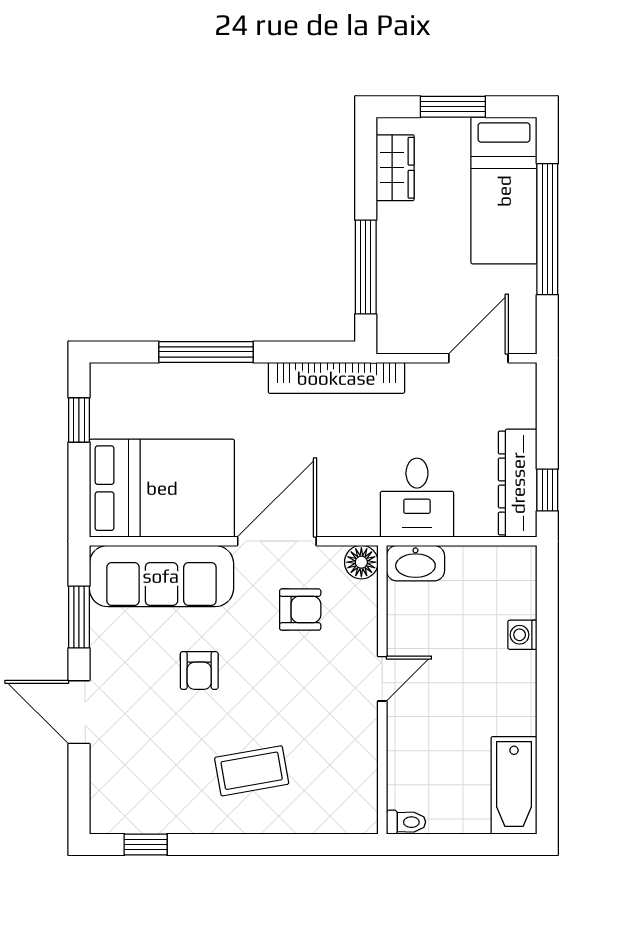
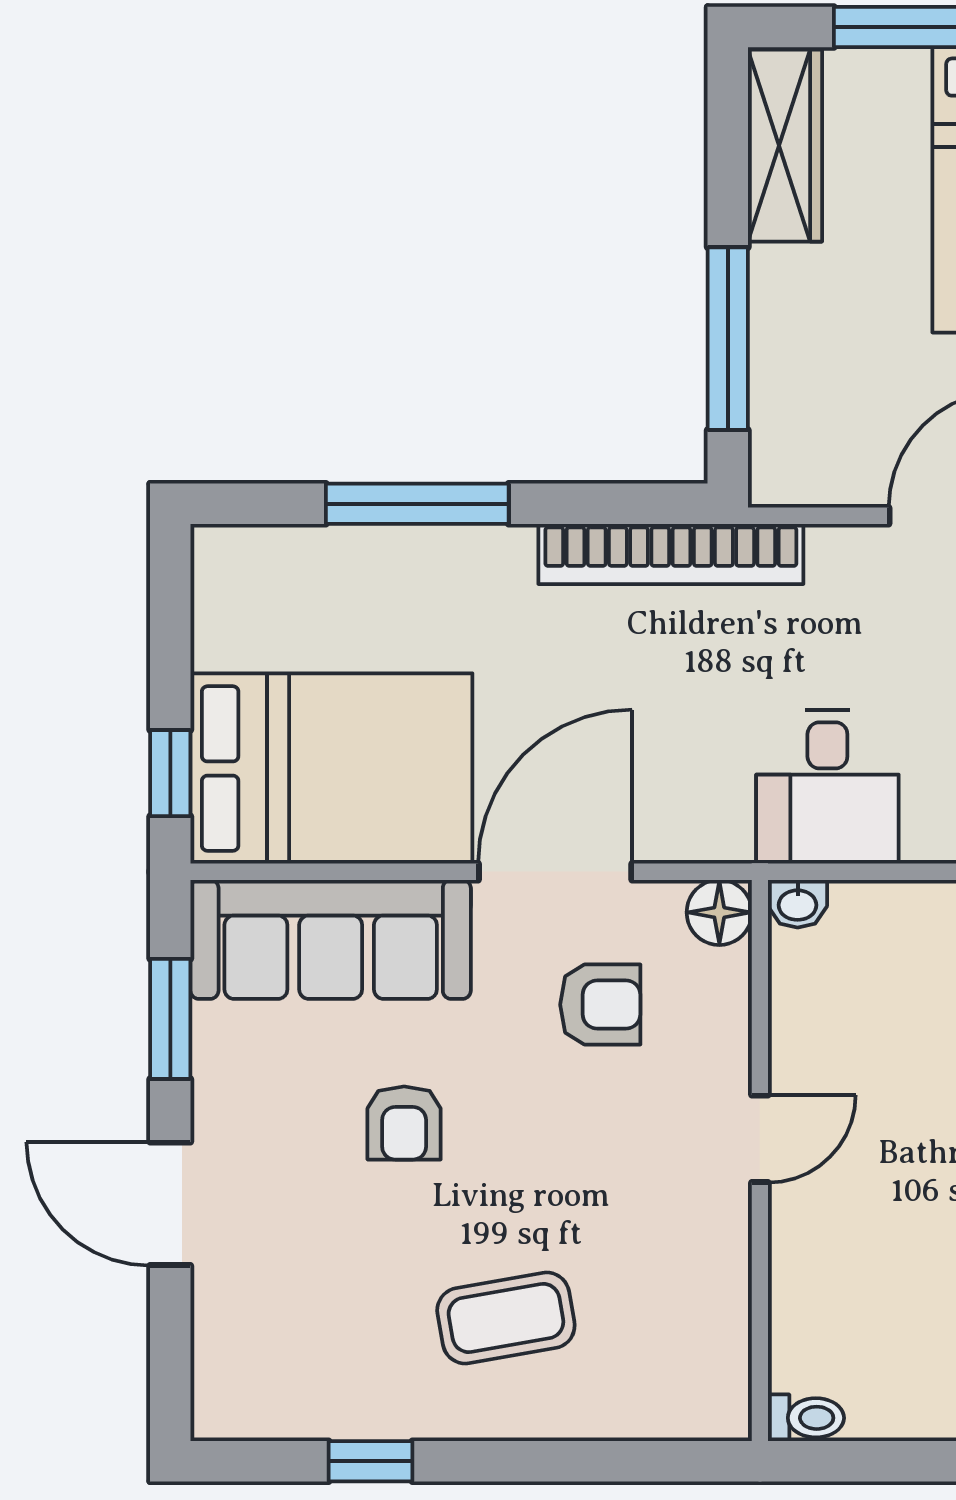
wardrobe: (395, 168) -> (785, 146), width x1.50
window: (79, 420) -> (170, 773), moved
washbasin: (415, 563) -> (798, 904), width x0.52, depth x0.69
window: (146, 845) -> (370, 1461), moved

